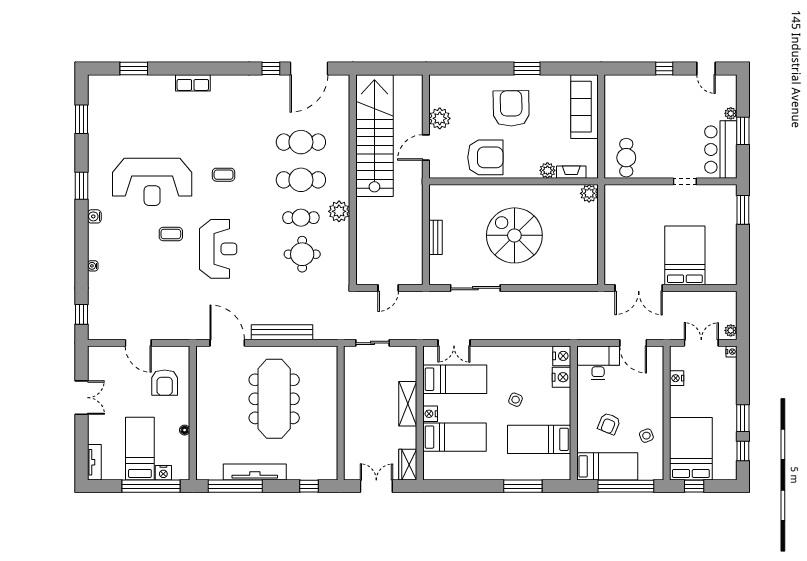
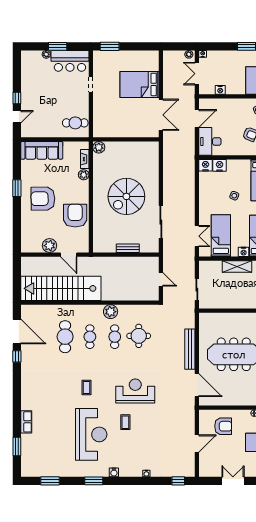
door: (706, 69) -> (17, 117), moved
row of seats: (193, 83) -> (26, 422), moved
cafe table: (301, 180) -> (90, 337), width x0.73, depth x0.74
door: (227, 343) -> (197, 385), swing flipped

